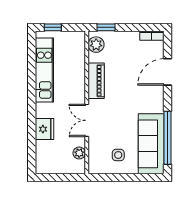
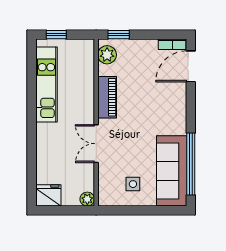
door: (168, 72) -> (191, 66), moved
fridge: (44, 129) -> (48, 195), moved, turned -90
plant: (79, 153) -> (87, 199), moved

